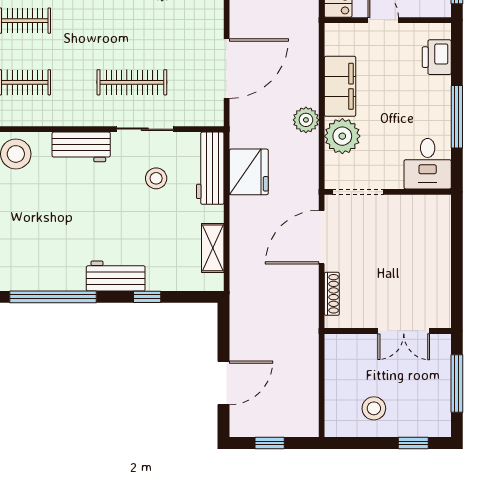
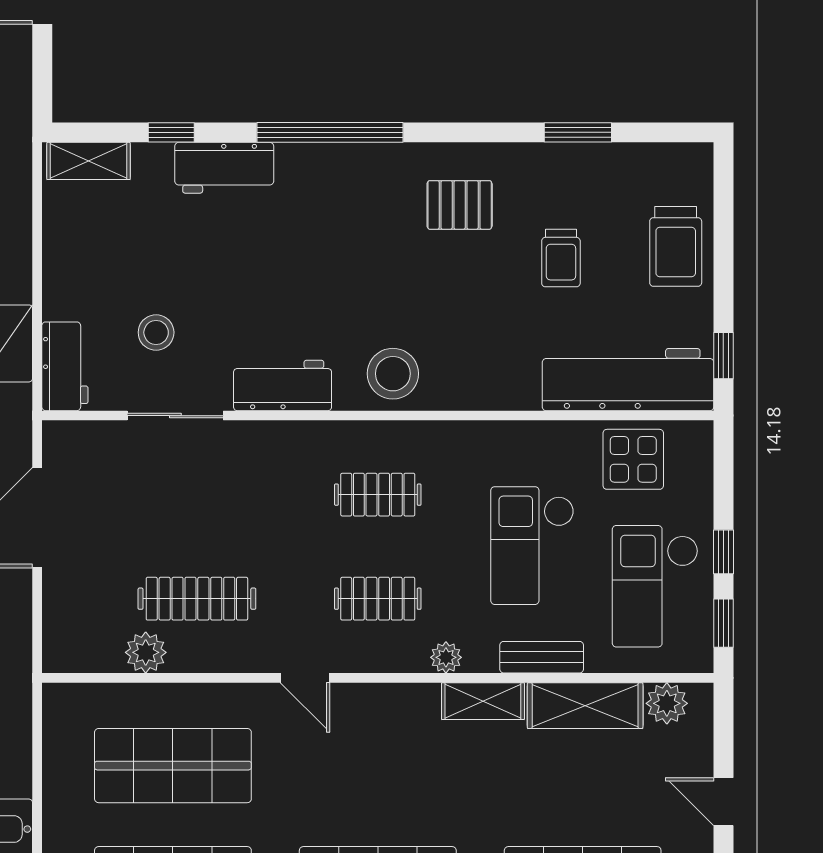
clothes rail: (132, 82) -> (197, 599), moved
workbench: (210, 168) -> (65, 366), width x0.73
shelving: (213, 248) -> (88, 161), moved, turned 90

